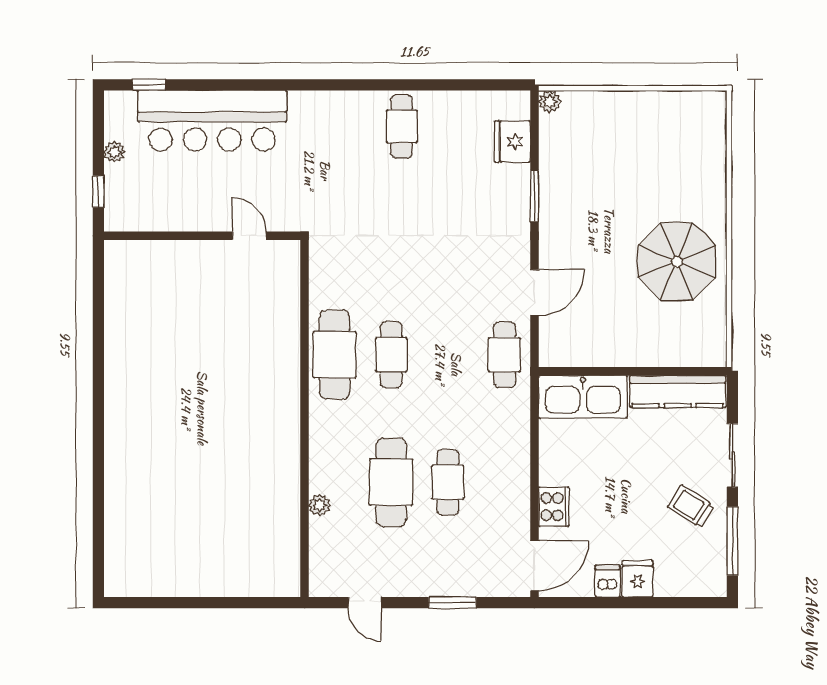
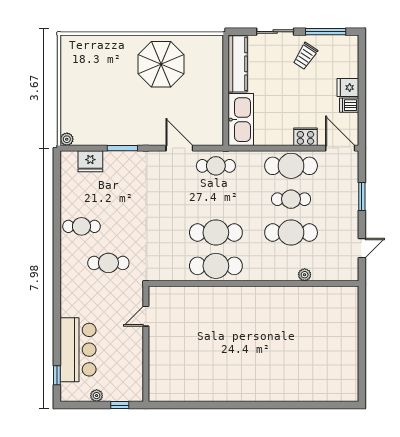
bar counter: (212, 121) -> (78, 350), width x0.73
cafe table: (340, 172) -> (108, 263), added
cafe table: (391, 355) -> (216, 233), width x1.37, depth x1.35
cafe table: (504, 482) -> (291, 166), added

